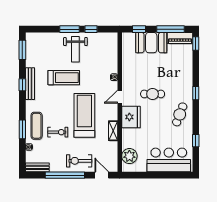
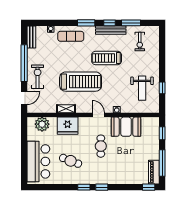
window: (70, 29) -> (162, 68), removed
booth: (151, 43) -> (126, 127), moved, turned 90
weight bench: (75, 49) -> (142, 88), moved, turned -90
window: (22, 50) -> (131, 23), moved
treadmill: (64, 78) -> (107, 58), moved, turned 90
cafe table: (180, 114) -> (71, 161), moved
fridge: (131, 117) -> (68, 126), moved
window: (22, 129) -> (86, 23), moved
exercise bike: (58, 132) -> (140, 41), moved
window: (196, 141) -> (84, 187), moved

